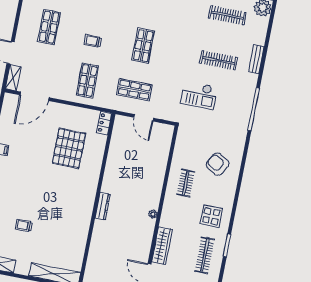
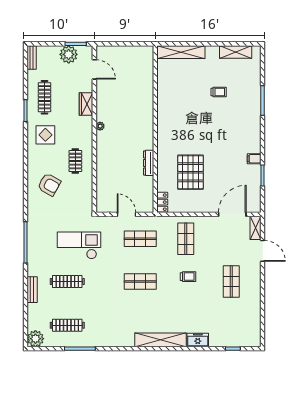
shop shelf: (143, 46) -> (140, 282), turned 90
checkout: (199, 95) -> (79, 245), width x1.36, depth x1.21
dresser: (103, 206) -> (149, 163), moved
wardrobe: (162, 246) -> (86, 104), width x0.67

